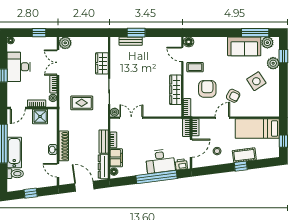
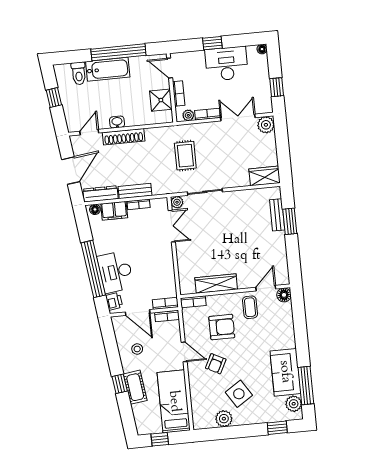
wardrobe: (102, 63) -> (265, 176), moved
plant: (273, 63) -> (224, 419), moved

